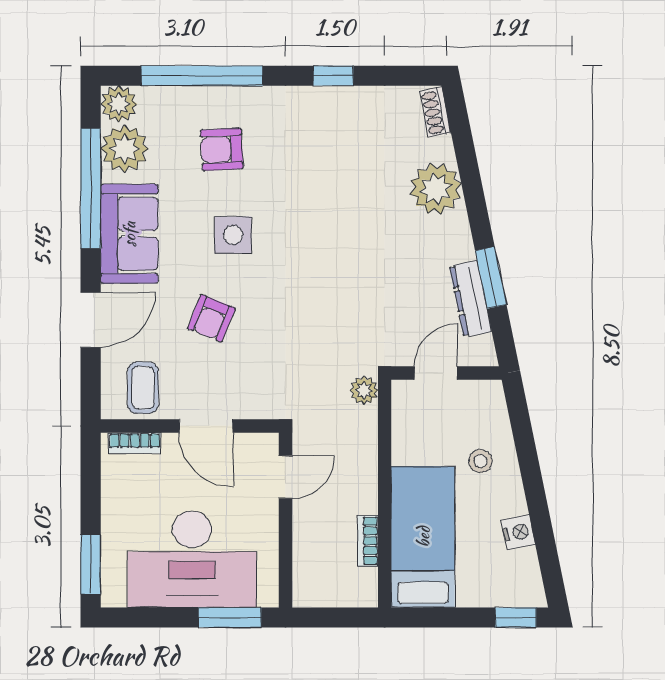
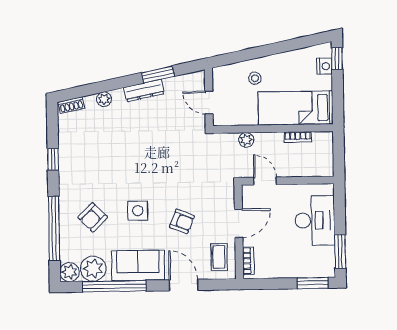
armchair: (222, 149) -> (93, 217), turned 48
plant: (436, 189) -> (104, 99), width x0.53, depth x0.53
dresser: (470, 299) -> (144, 91), moved
coffee table: (143, 388) -> (219, 257), turned 90
plant: (364, 390) -> (246, 140), moved
nightstand: (518, 532) -> (324, 66), moved, turned 102
desk: (192, 559) -> (315, 220), width x0.73, depth x0.77
window: (230, 618) -> (340, 252), moved

